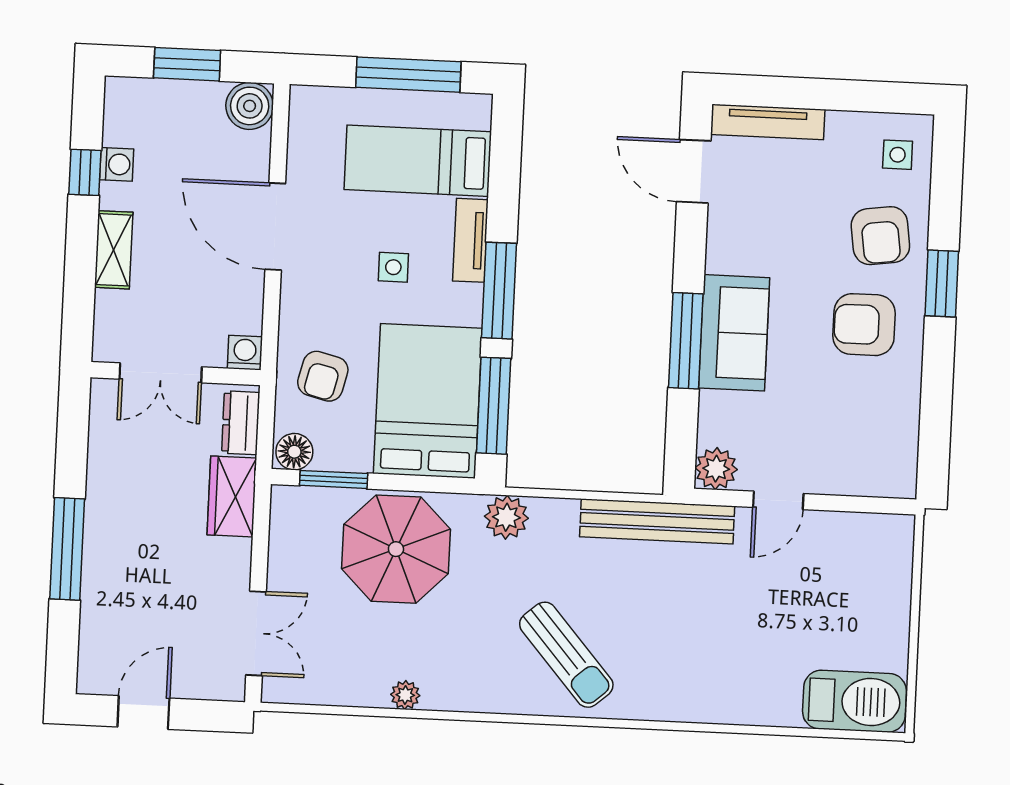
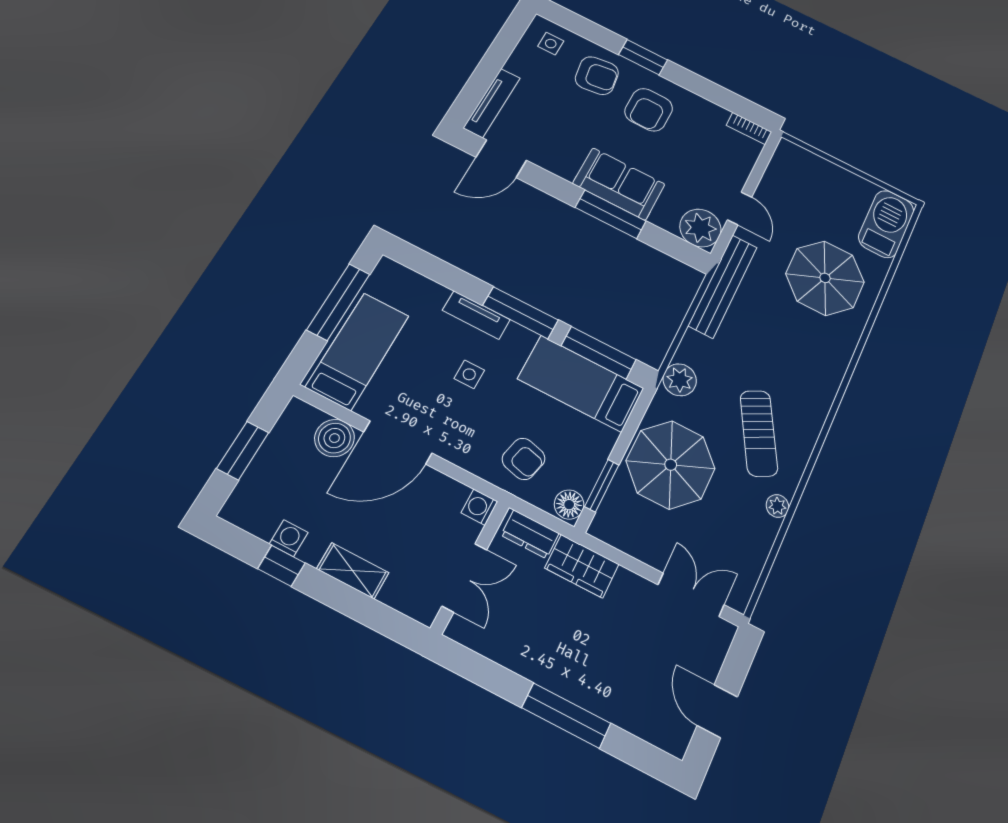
boiler: (250, 106) -> (334, 438), moved
bed: (418, 161) -> (358, 351), moved, turned 180
bed: (428, 401) -> (581, 384), width x0.67
bookcase: (905, 467) -> (749, 128), added
plant: (716, 469) -> (700, 228), width x1.36, depth x1.36
parasol: (734, 647) -> (825, 278), added
sun lounger: (566, 655) -> (759, 433), moved, turned 102

